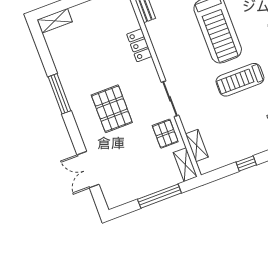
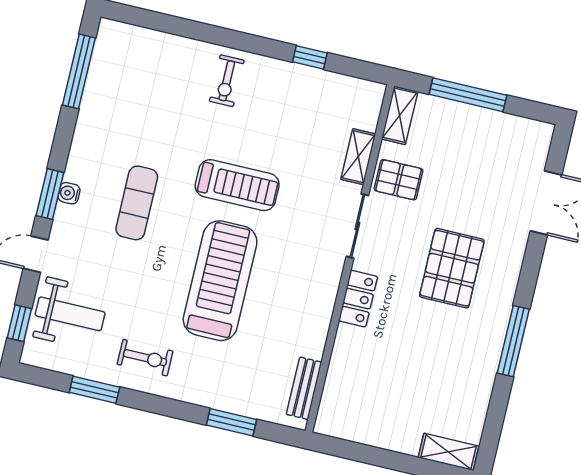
locker: (139, 45) -> (358, 299), moved
pallet: (165, 134) -> (399, 180), turned 90
shelving: (197, 145) -> (358, 157), moved

